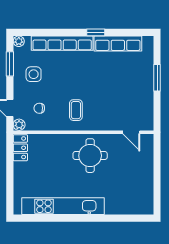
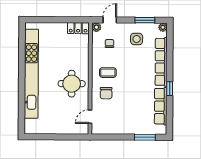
window: (157, 78) -> (145, 137), moved
chair: (102, 112) -> (106, 93), added
kitchen unit: (63, 206) -> (31, 74), width x1.36

